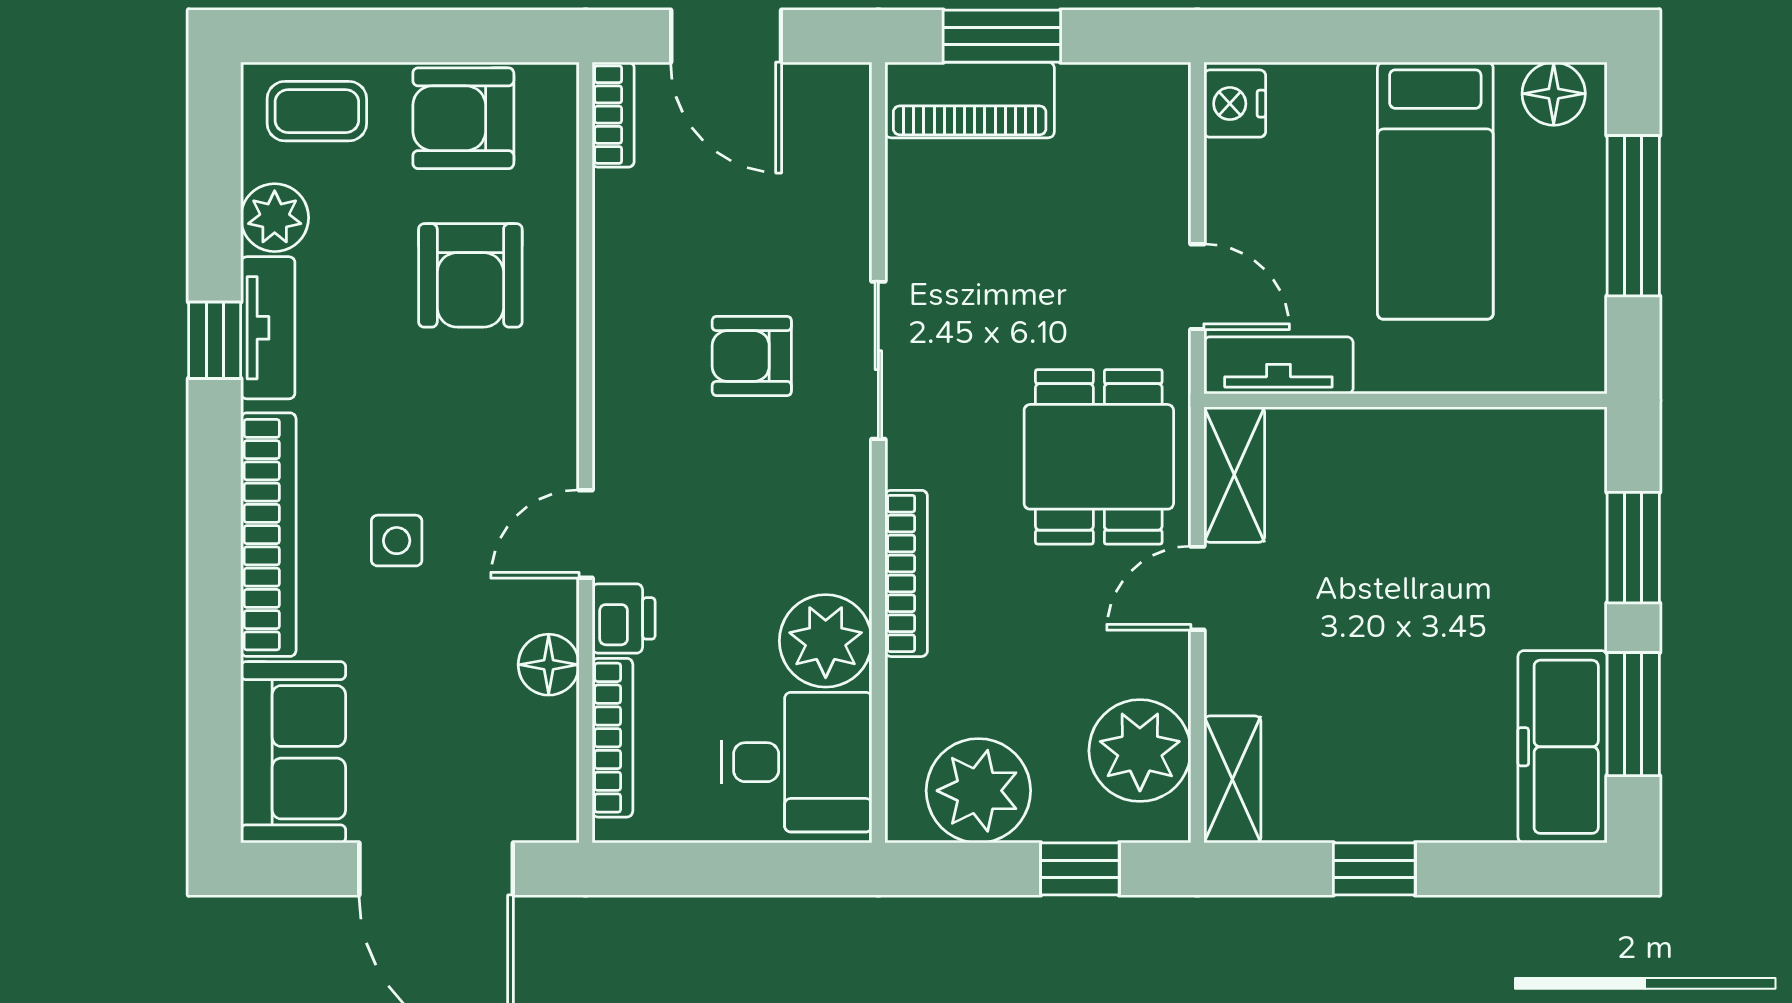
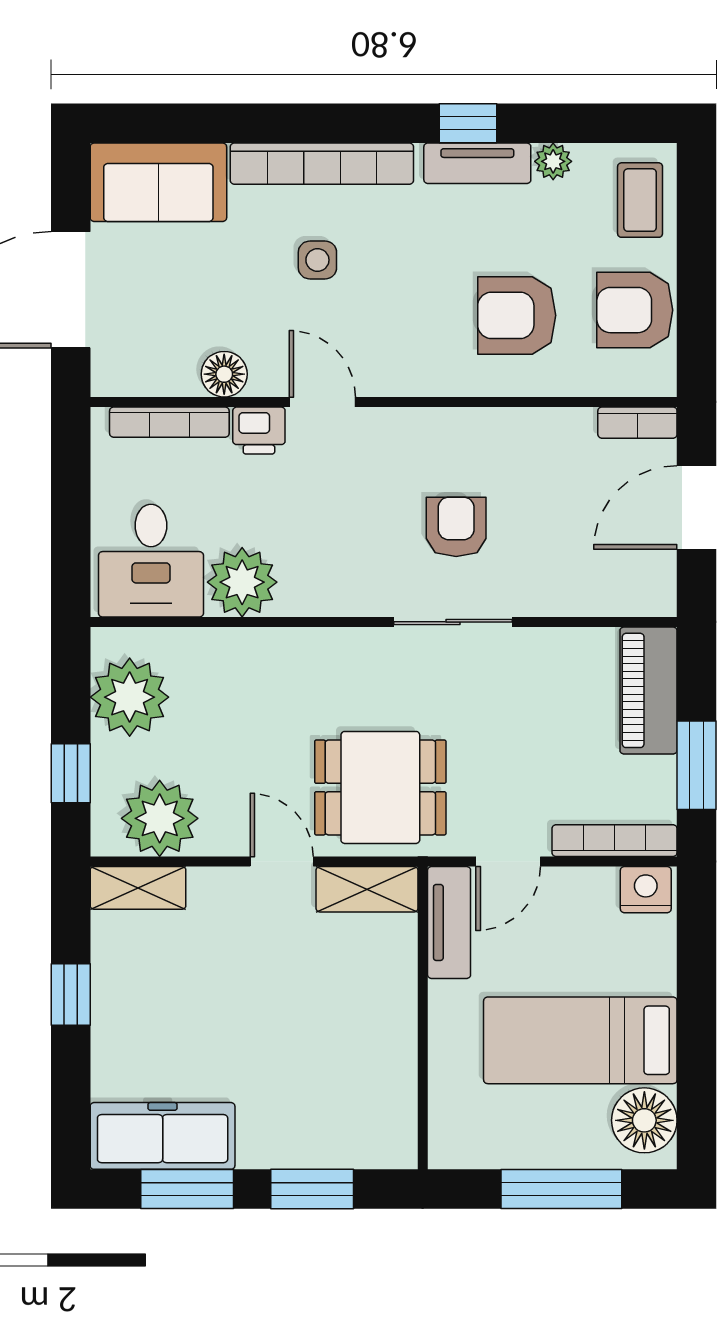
window: (1002, 36) -> (696, 765), moved
floor lamp: (1554, 94) -> (644, 1120), width x1.38, depth x1.38
armchair: (463, 118) -> (635, 310), turned -90
plant: (275, 218) -> (553, 161), width x0.73, depth x0.73
bookcase: (906, 573) -> (615, 841), moved, turned 180

